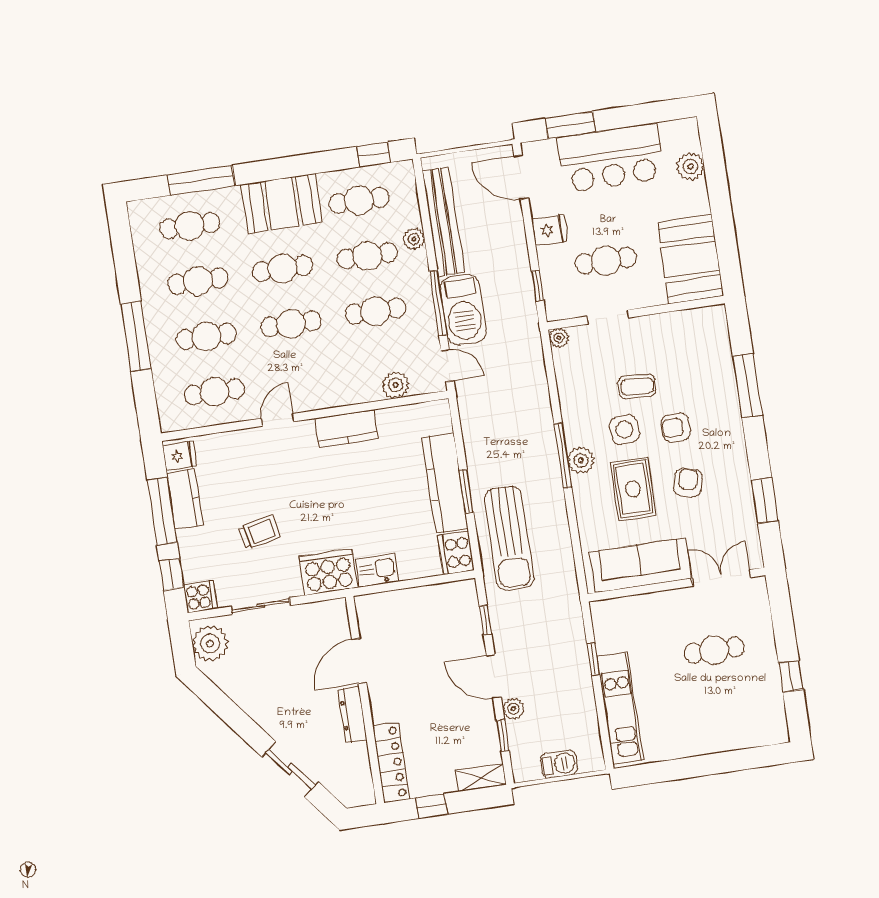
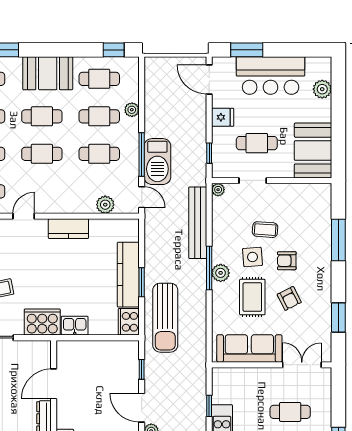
bench: (443, 222) -> (198, 223), moved
armchair: (688, 483) -> (289, 298), turned 138

